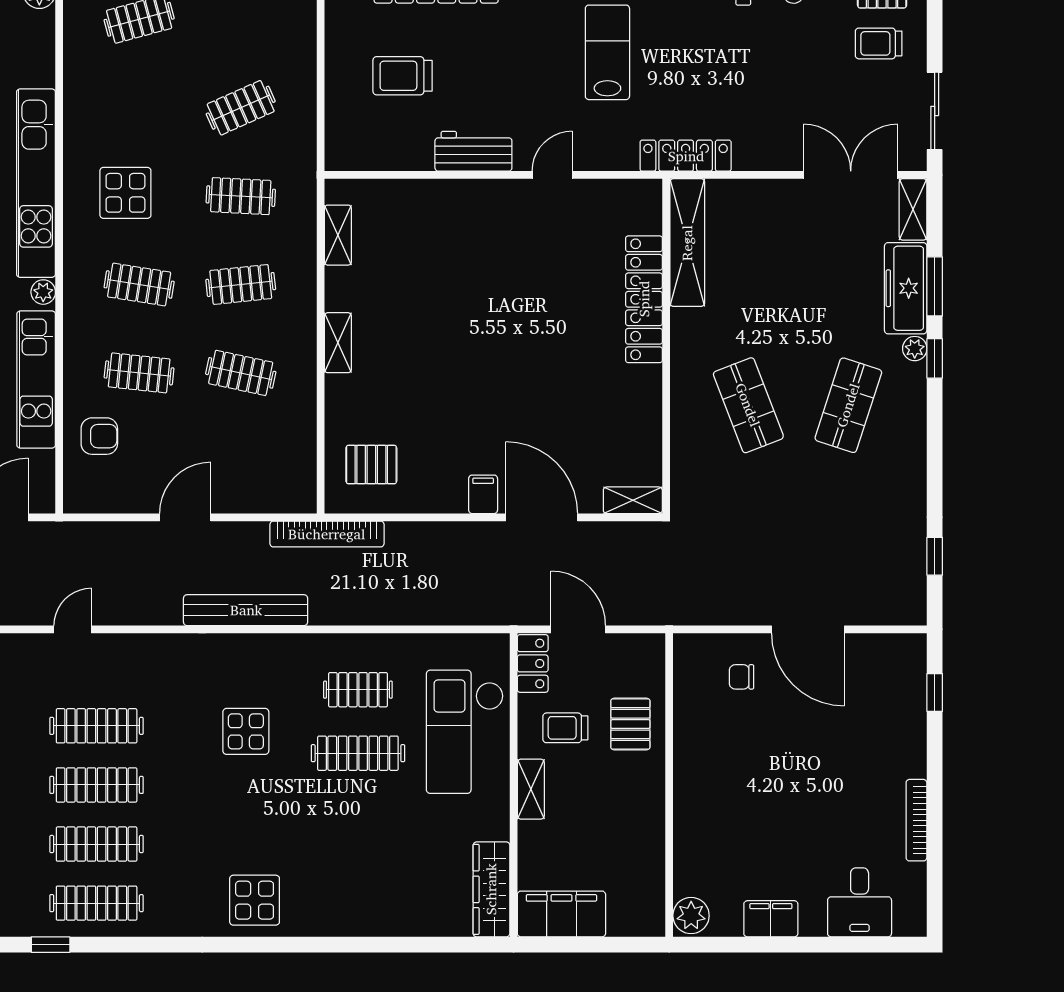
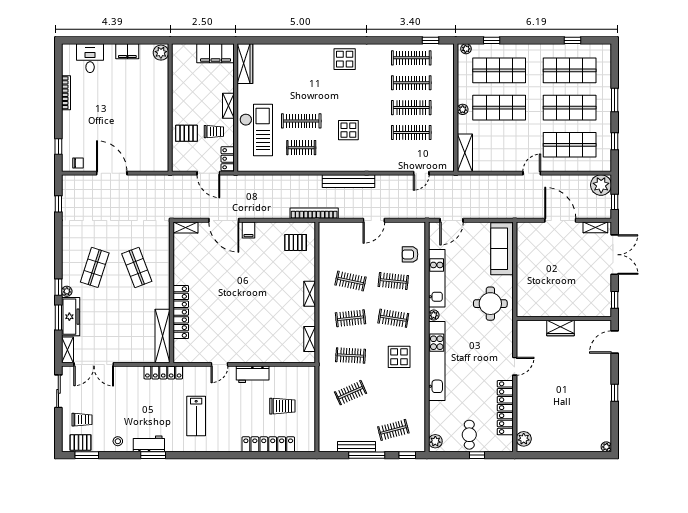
chair: (742, 677) -> (78, 163), moved
pallet: (630, 724) -> (186, 133), turned 90

